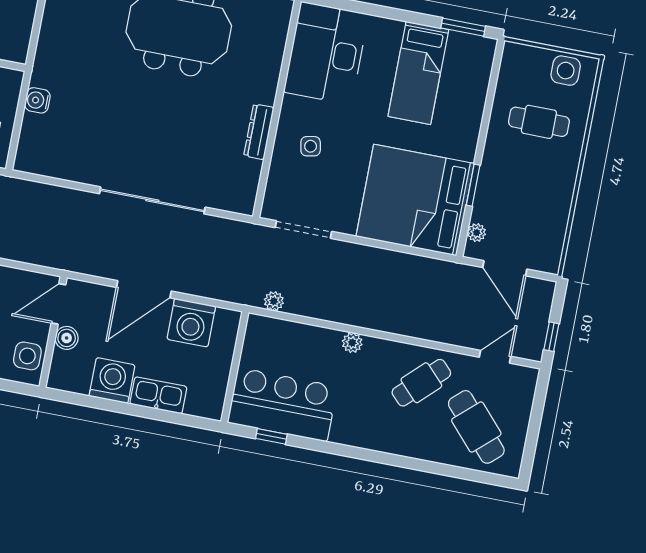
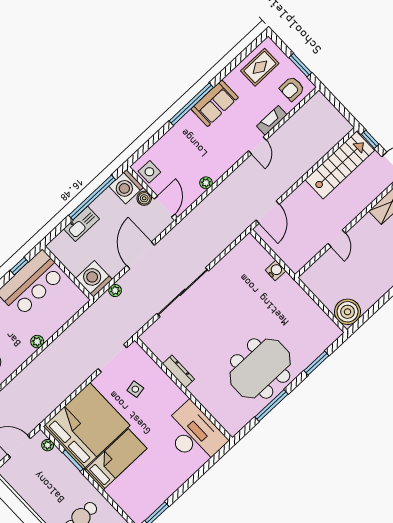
bed: (418, 73) -> (116, 459), moved, turned 90
side table: (311, 146) -> (135, 389), moved
plant: (274, 301) -> (115, 290), moved
washing machine: (191, 323) -> (94, 279), moved
washing machine: (112, 380) -> (126, 187), moved, turned 90
window: (114, 406) -> (92, 197), added

